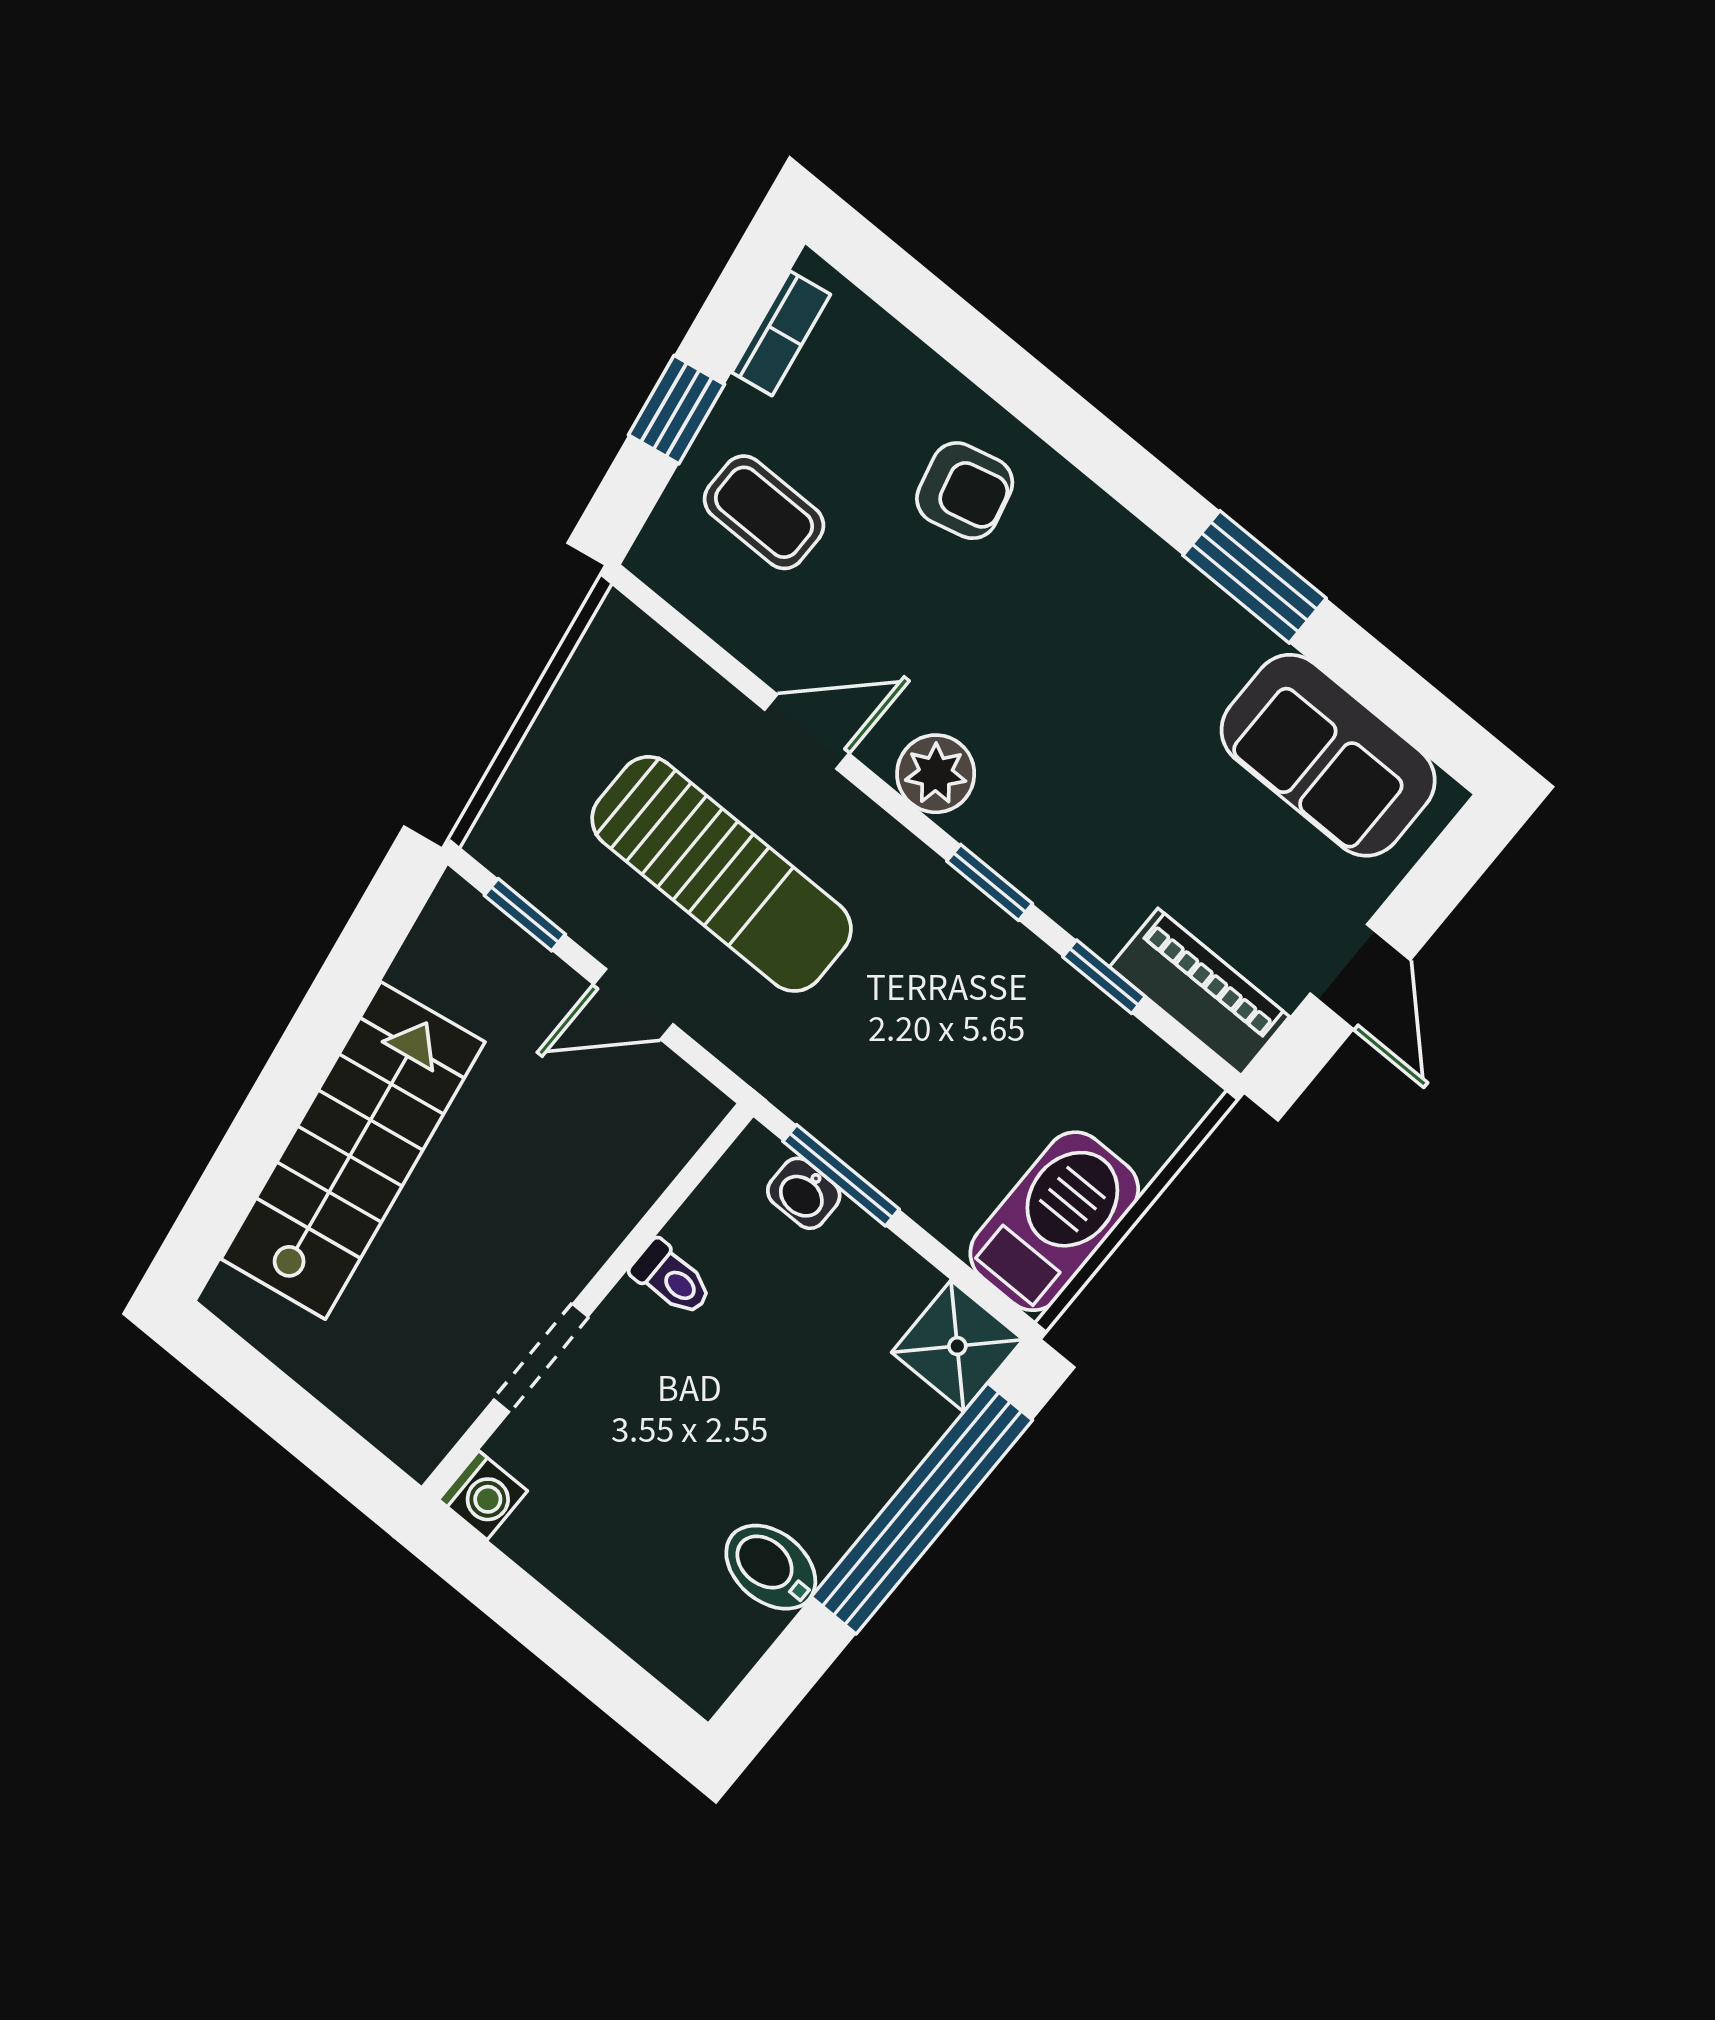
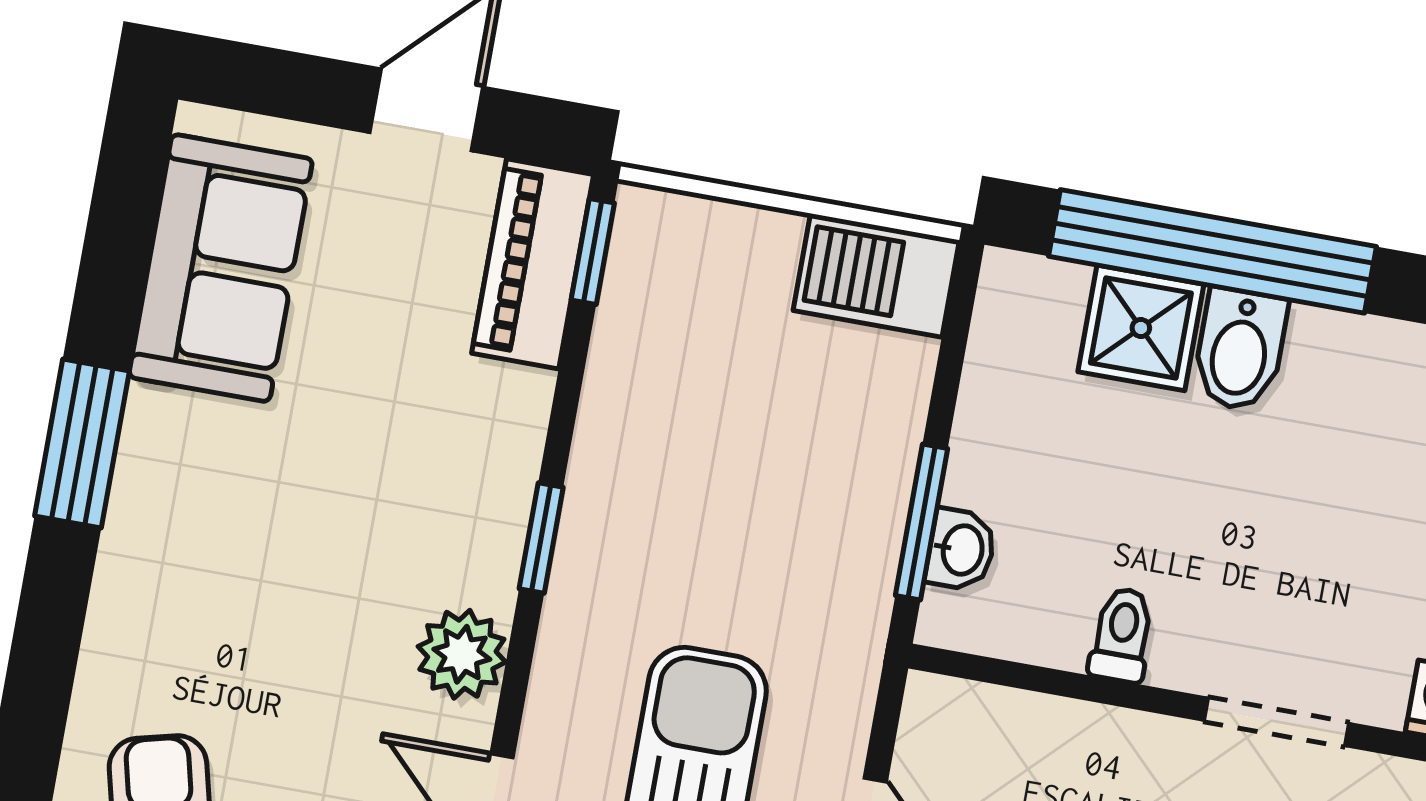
window: (1104, 977) -> (593, 252), moved
barbecue: (1054, 1221) -> (876, 275), width x0.73, depth x0.83
shower: (957, 1346) -> (1141, 328), moved
bidet: (771, 1567) -> (1240, 350), moved

